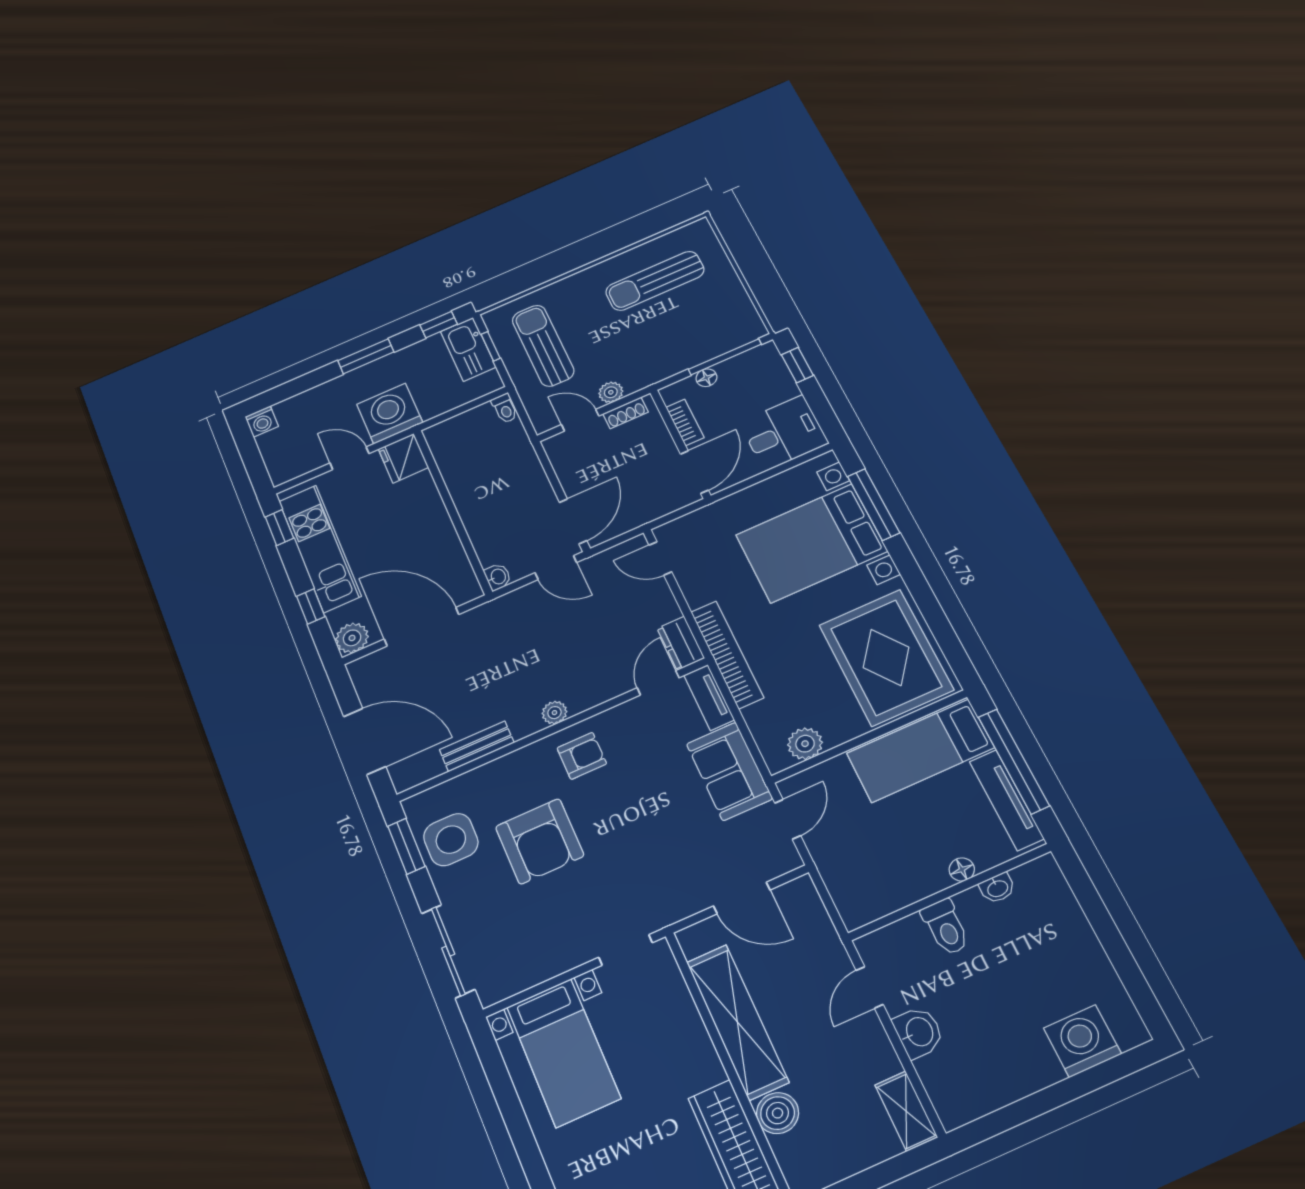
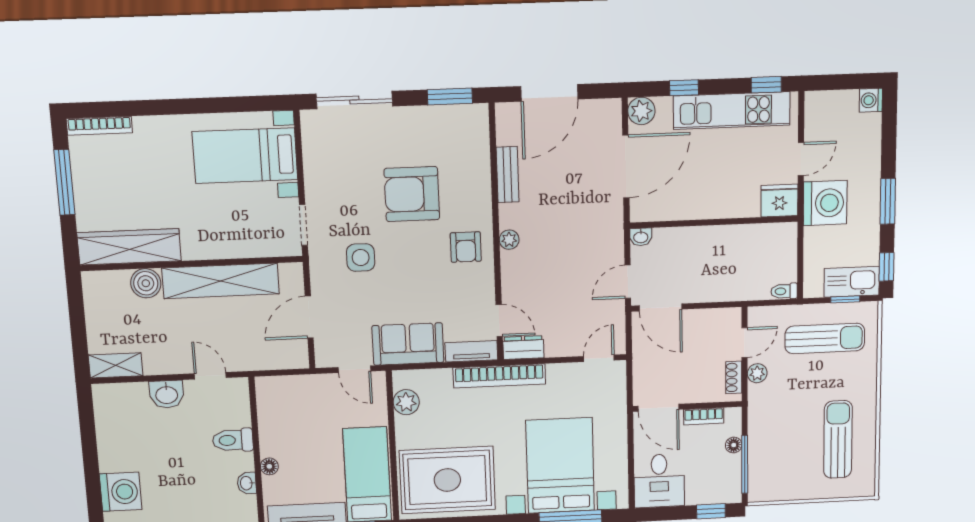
side table: (451, 840) -> (361, 257), moved, width x0.73, depth x0.73

